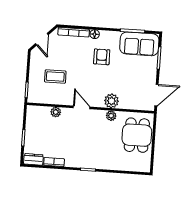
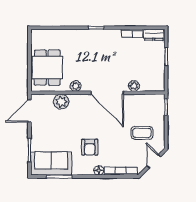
coffee table: (55, 76) -> (142, 133), moved
plant: (111, 101) -> (61, 102), moved
door: (82, 107) -> (107, 93), width x1.87

